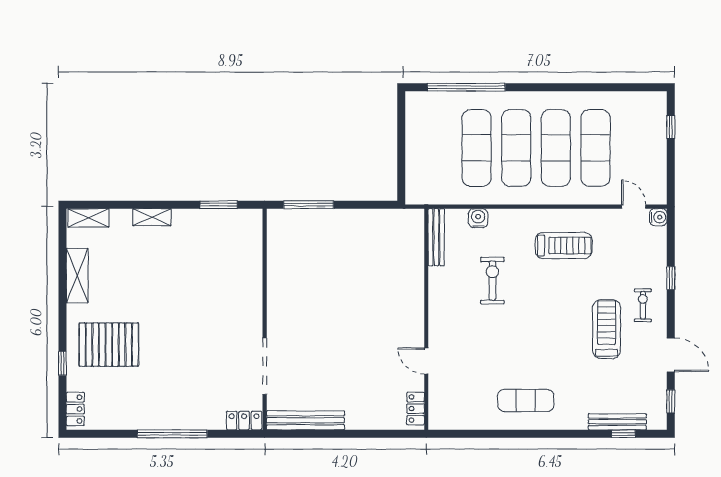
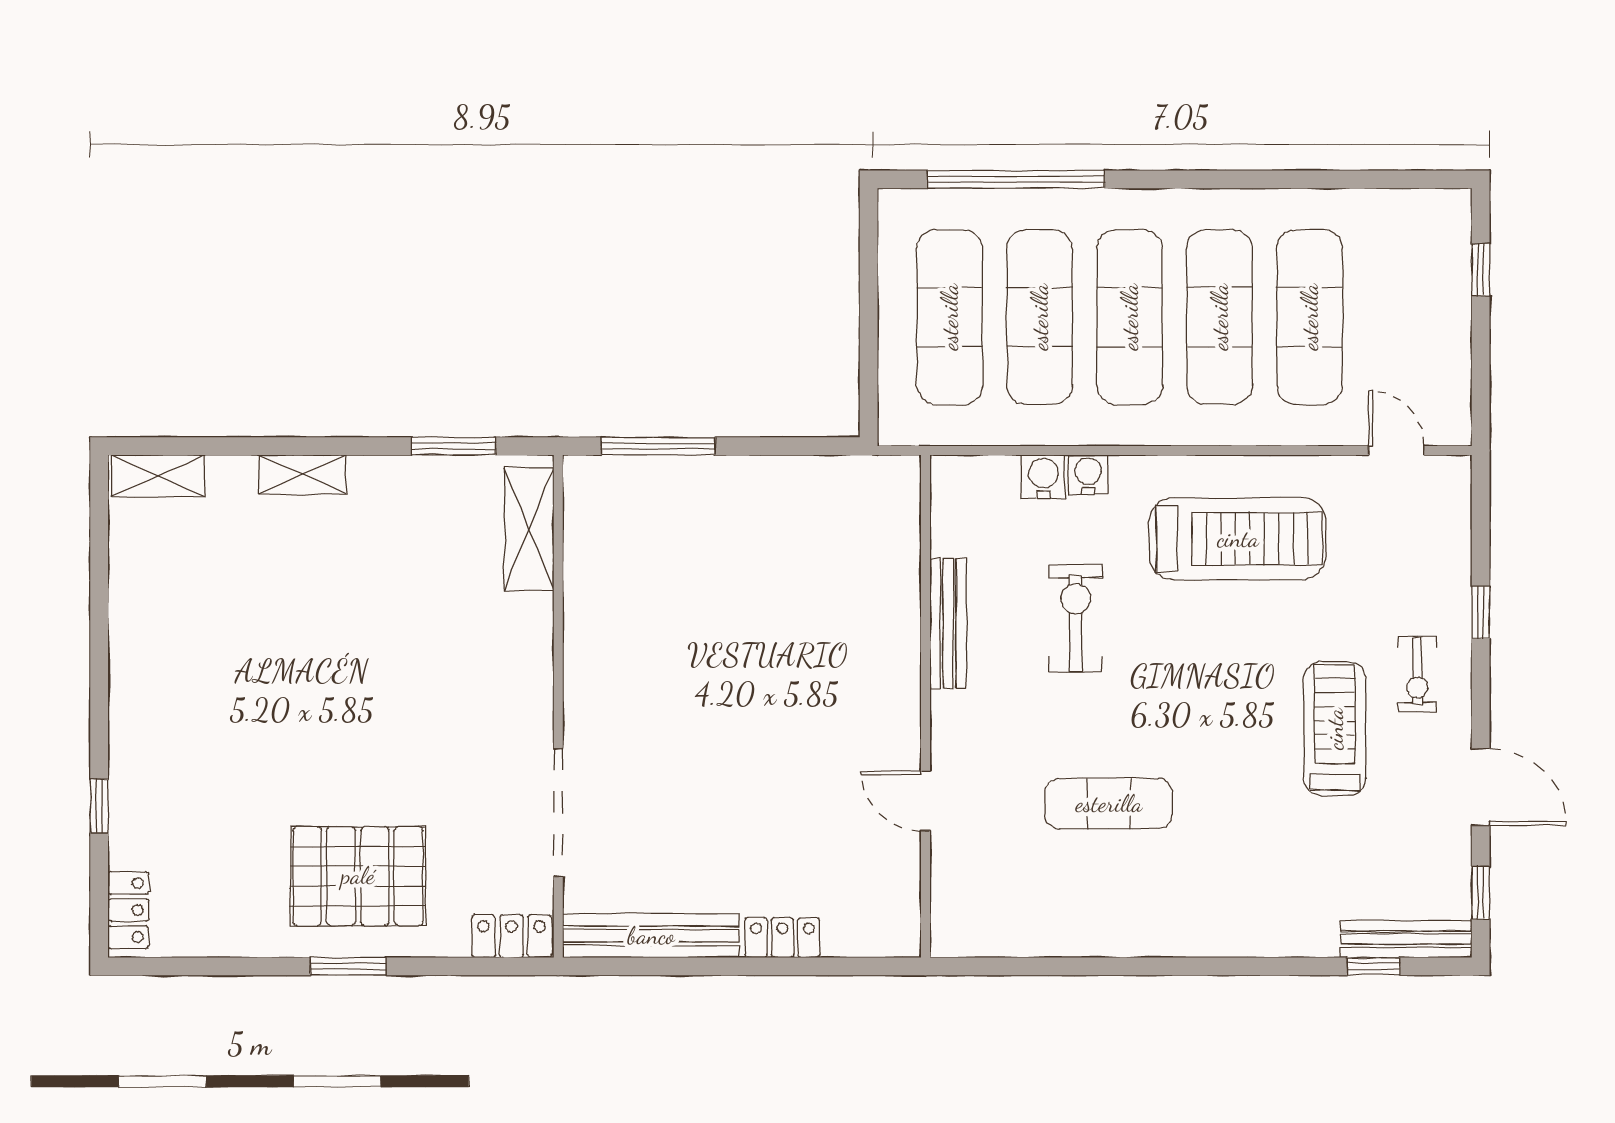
exercise mat: (437, 148) -> (950, 317), added
water cooler: (658, 217) -> (1088, 474), moved, turned -90
bench: (436, 237) -> (948, 623), moved
treadmill: (564, 246) -> (1238, 539), width x1.37, depth x1.38
shelving: (77, 276) -> (529, 529), moved
exercise bike: (643, 305) -> (1417, 674), turned 180
pallet: (109, 345) -> (358, 876), moved
exercise mat: (526, 400) -> (1109, 804), moved
locker: (416, 409) -> (782, 938), moved, turned 90
bench: (617, 422) -> (1406, 939), moved
window: (172, 434) -> (348, 966), width x0.47

